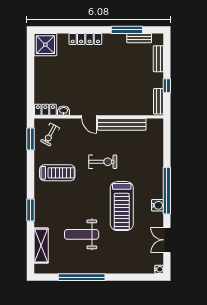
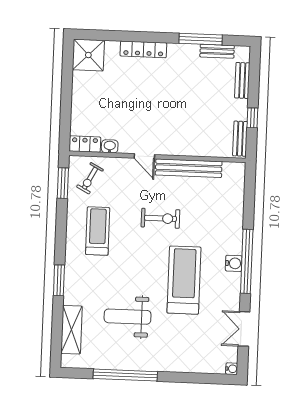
treadmill: (57, 173) -> (98, 231), turned -90
water cooler: (157, 205) -> (234, 263), moved
treadmill: (122, 206) -> (184, 280), turned 180

